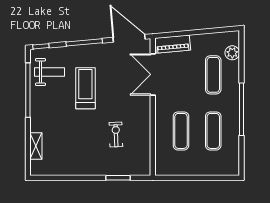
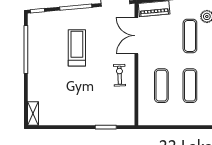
weight bench: (49, 72) -> (45, 33), removed
exercise bike: (116, 134) -> (120, 75), moved
shelving: (36, 146) -> (33, 113), moved

